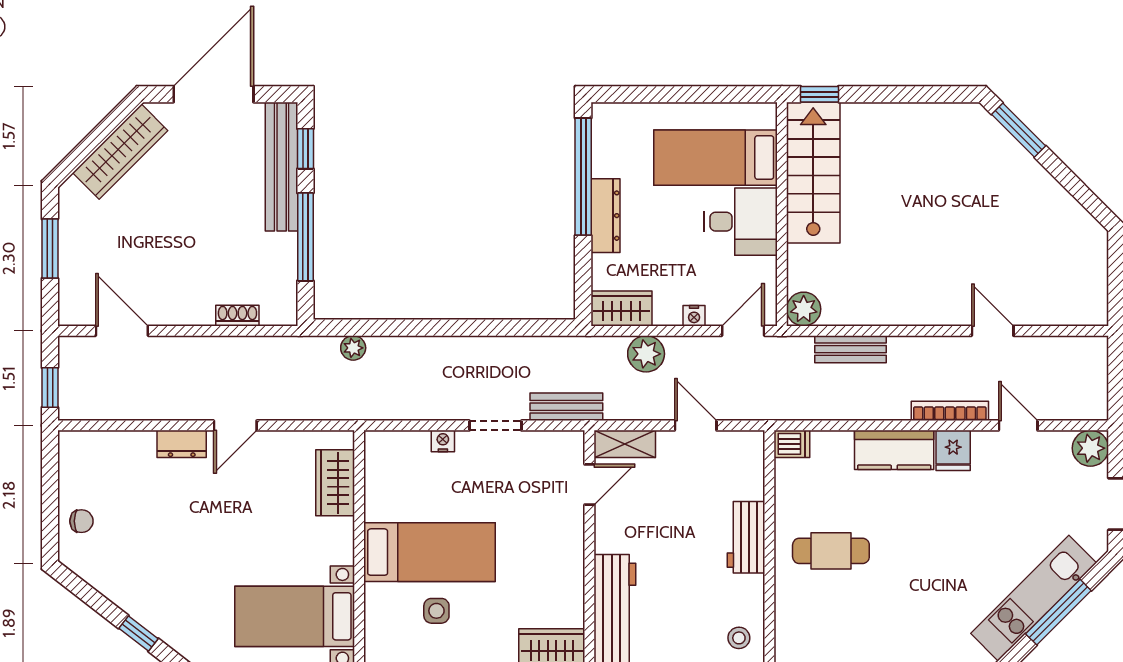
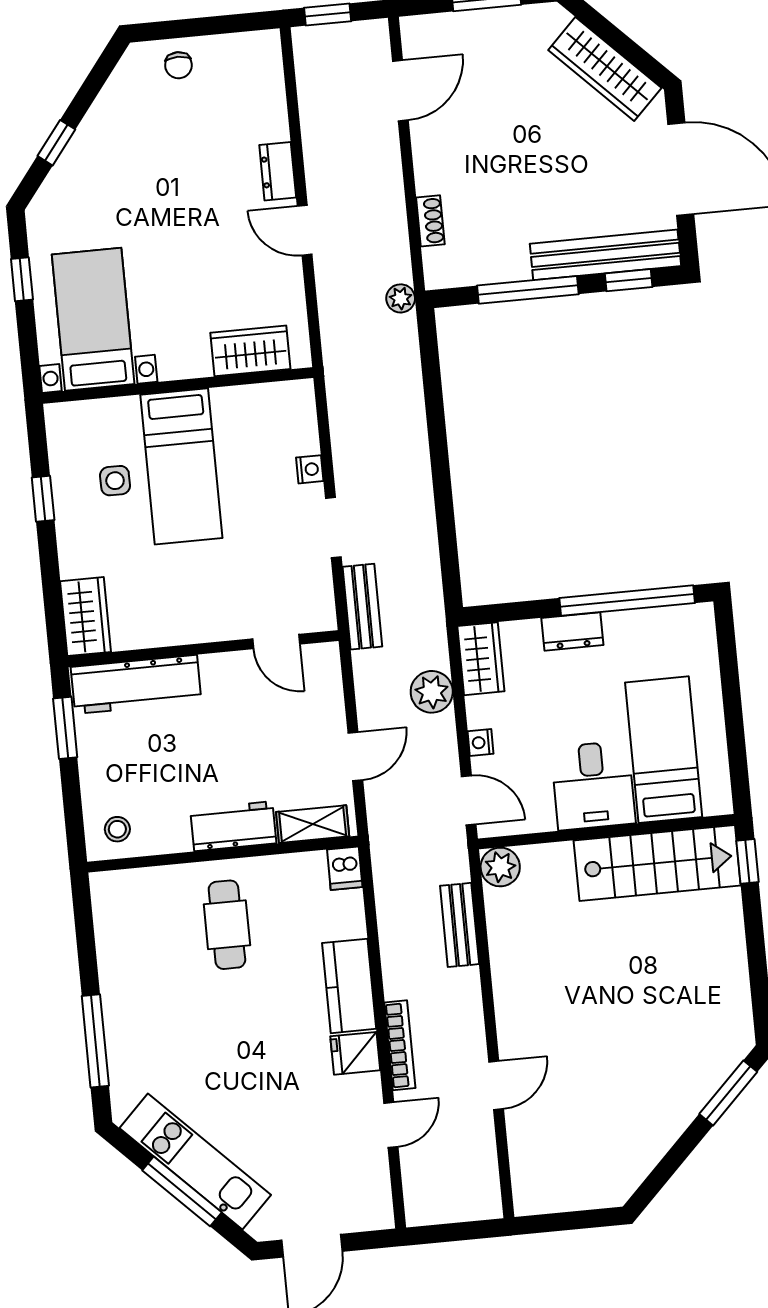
dresser: (605, 216) -> (572, 632), width x0.70
plant: (353, 348) -> (401, 298), moved
shelving: (625, 444) -> (313, 824), moved, turned 90
plant: (1090, 448) -> (373, 1210), removed

